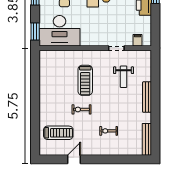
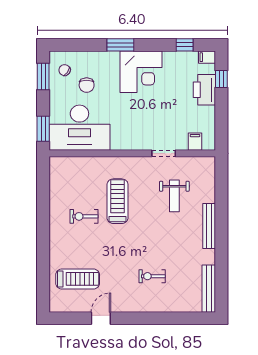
treadmill: (85, 80) -> (118, 201), turned 180
exercise bike: (81, 109) -> (84, 216), moved

